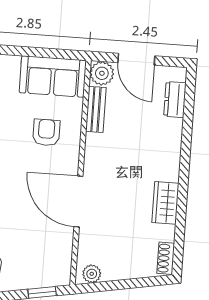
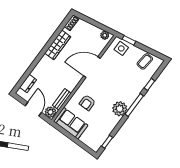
door: (78, 202) -> (92, 67), swing flipped
wardrobe: (165, 203) -> (58, 45), width x1.50
side table: (47, 269) -> (121, 48), added

